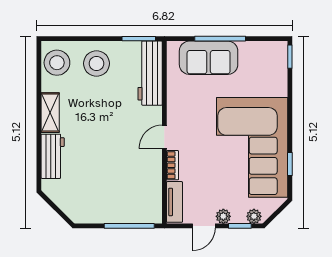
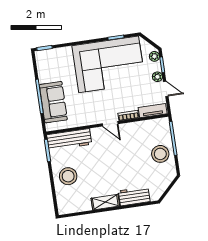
stool: (57, 63) -> (160, 154), moved

